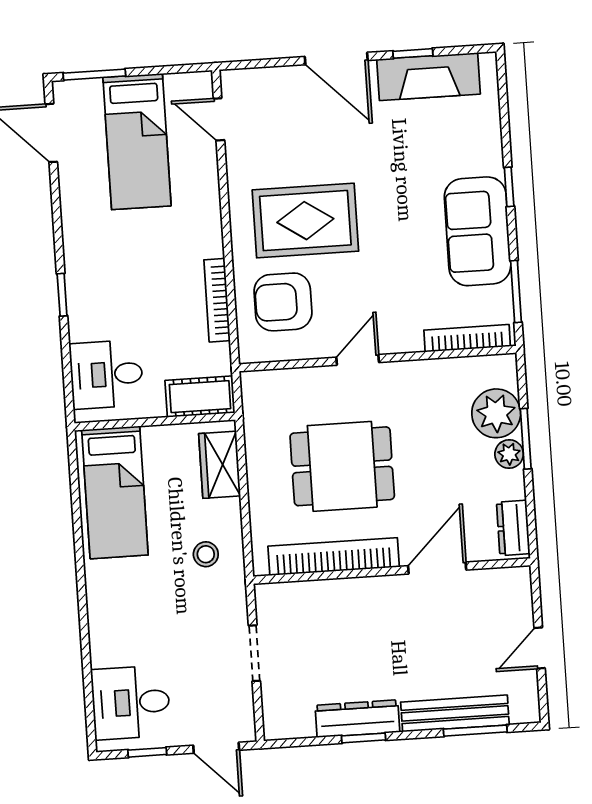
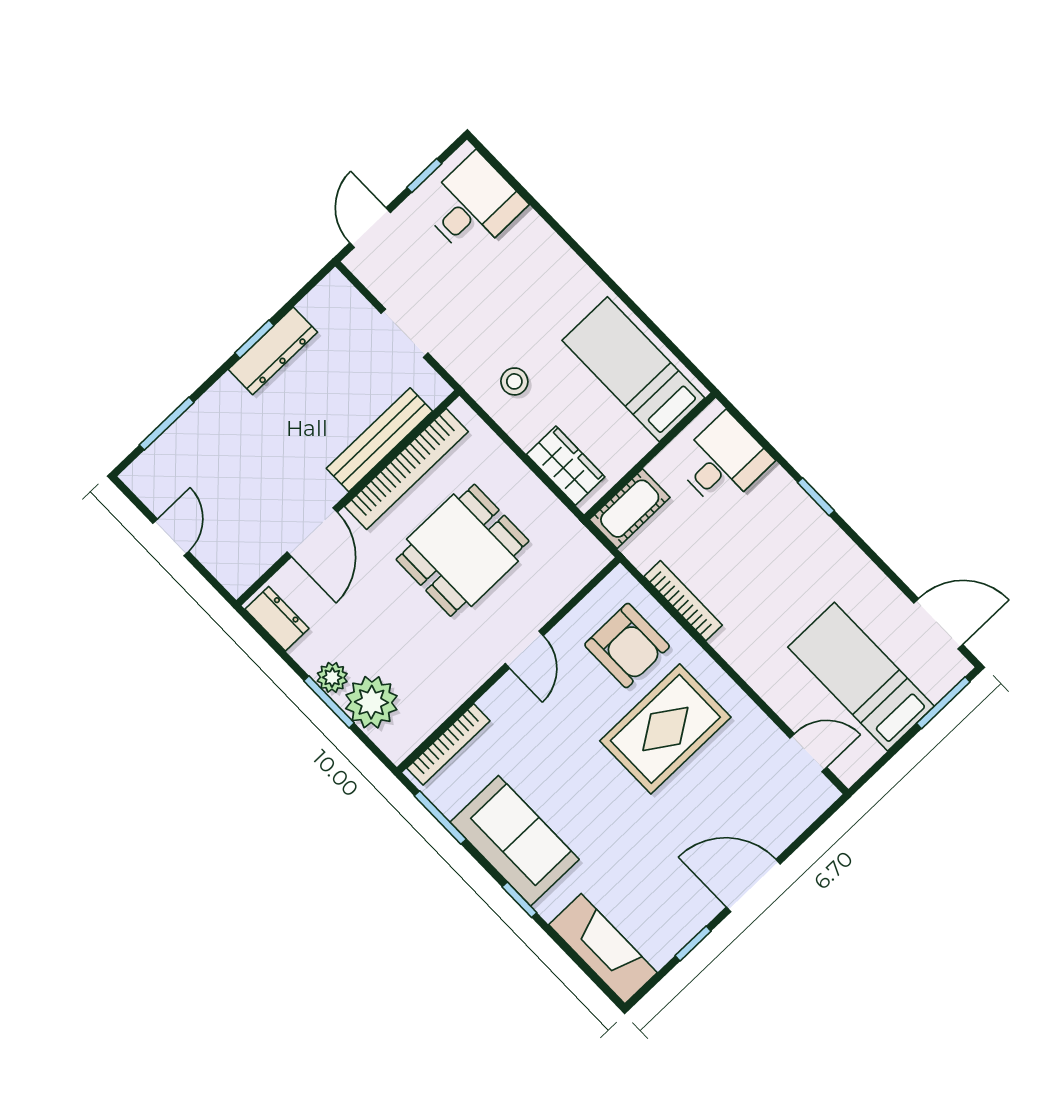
fireplace: (428, 77) -> (603, 949), moved, turned 90
armchair: (283, 302) -> (627, 646), turned 90
bench: (455, 713) -> (379, 440), moved
door: (216, 748) -> (370, 228), hinge flipped

